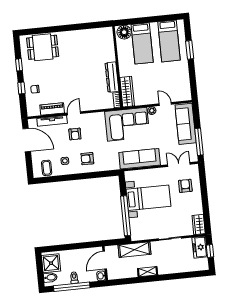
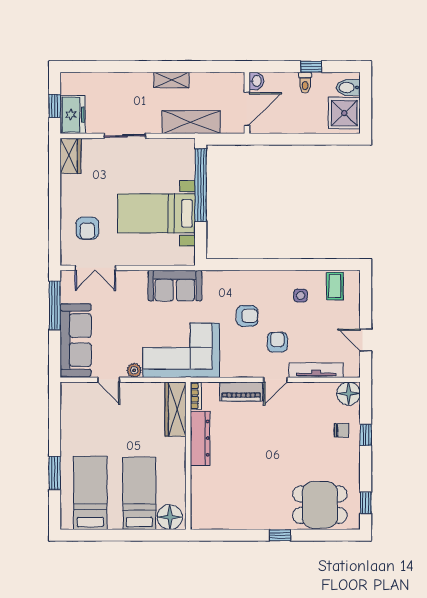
window: (63, 28) -> (280, 535), added
window: (19, 65) -> (366, 503), moved
piano: (52, 109) -> (241, 392), moved
floor lamp: (33, 110) -> (349, 394), added
door: (27, 140) -> (366, 340), width x0.53
armchair: (87, 159) -> (247, 316), moved
sofa: (140, 159) -> (175, 286), width x0.73
window: (72, 287) -> (311, 67), width x0.32

